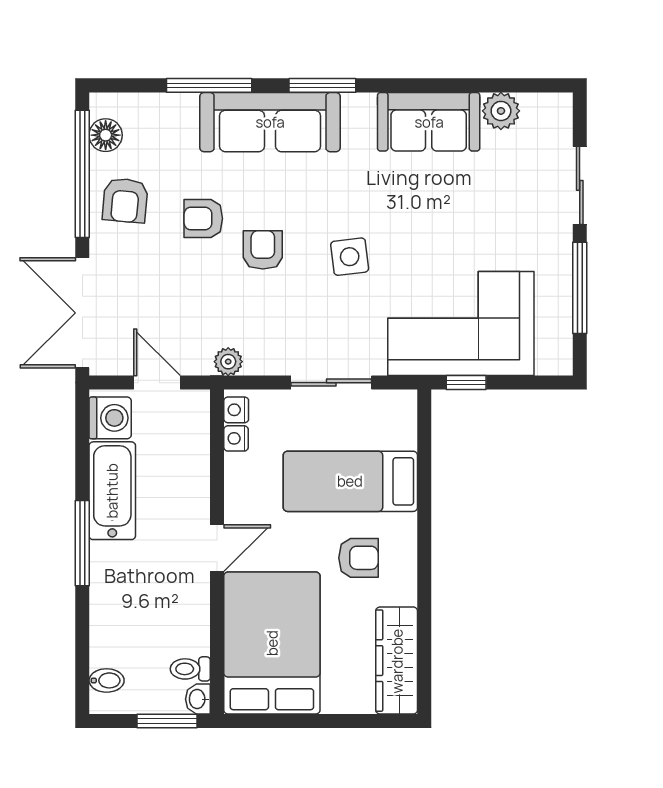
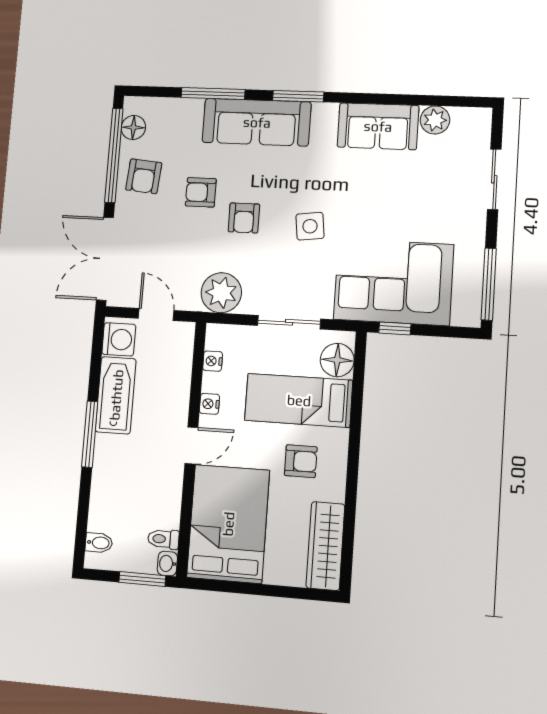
armchair: (263, 250) -> (244, 218), turned 180
window: (580, 288) -> (489, 284), moved
plant: (228, 362) -> (221, 293), width x1.88, depth x1.88
nightstand: (236, 410) -> (209, 404), moved
floor lamp: (396, 427) -> (337, 360), added

